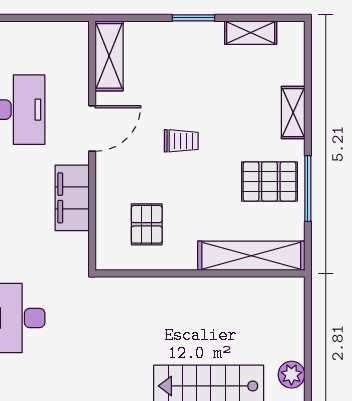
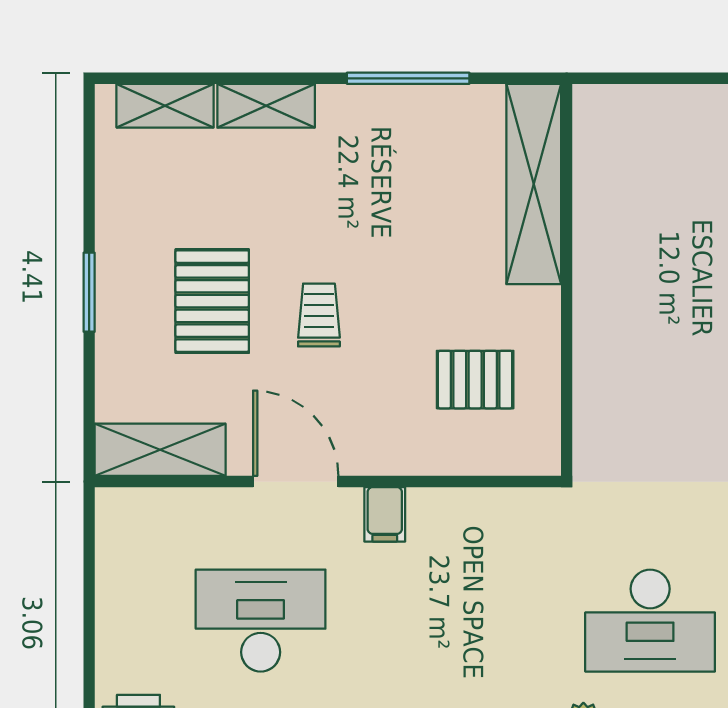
shelving: (251, 33) -> (165, 106), moved, turned 90
pallet: (270, 181) -> (212, 301), moved
filing cabinet: (72, 198) -> (385, 514), width x0.33, depth x0.86

